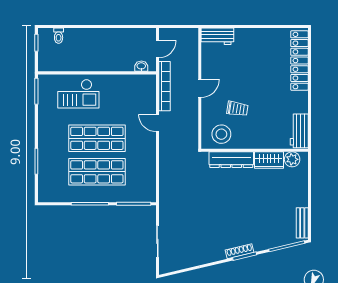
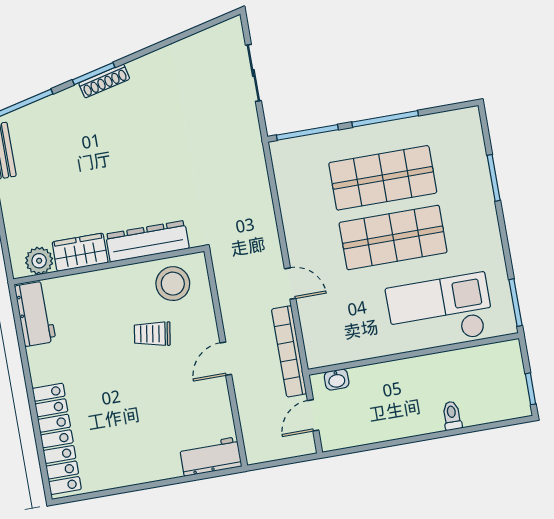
toilet: (59, 36) -> (452, 416), moved
checkout: (78, 94) -> (440, 311), width x1.36, depth x1.21

